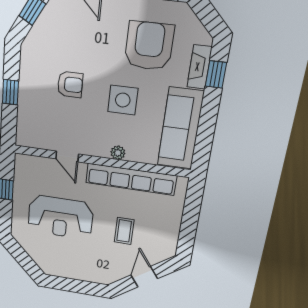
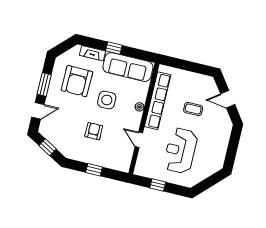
armchair: (149, 46) -> (77, 81), turned -89
window: (216, 74) -> (114, 48), moved
door: (67, 156) -> (139, 140), swing flipped
reception desk: (60, 217) -> (180, 151), turned 180

